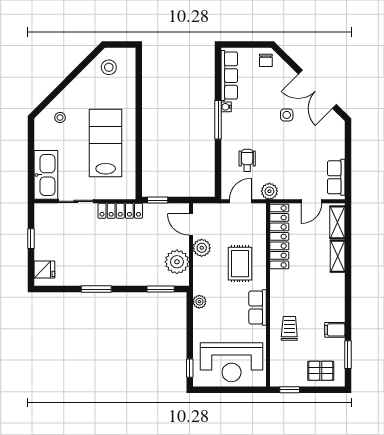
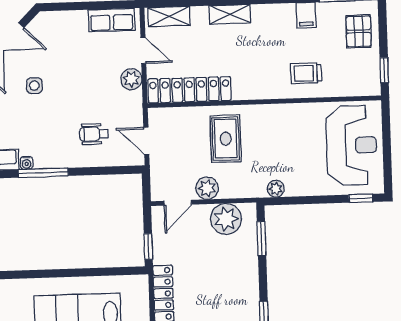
plant: (269, 191) -> (131, 79), moved
shelving: (338, 256) -> (230, 14), moved
rug: (240, 264) -> (226, 139), turned 90
row of seats: (258, 308) -> (281, 114), removed

